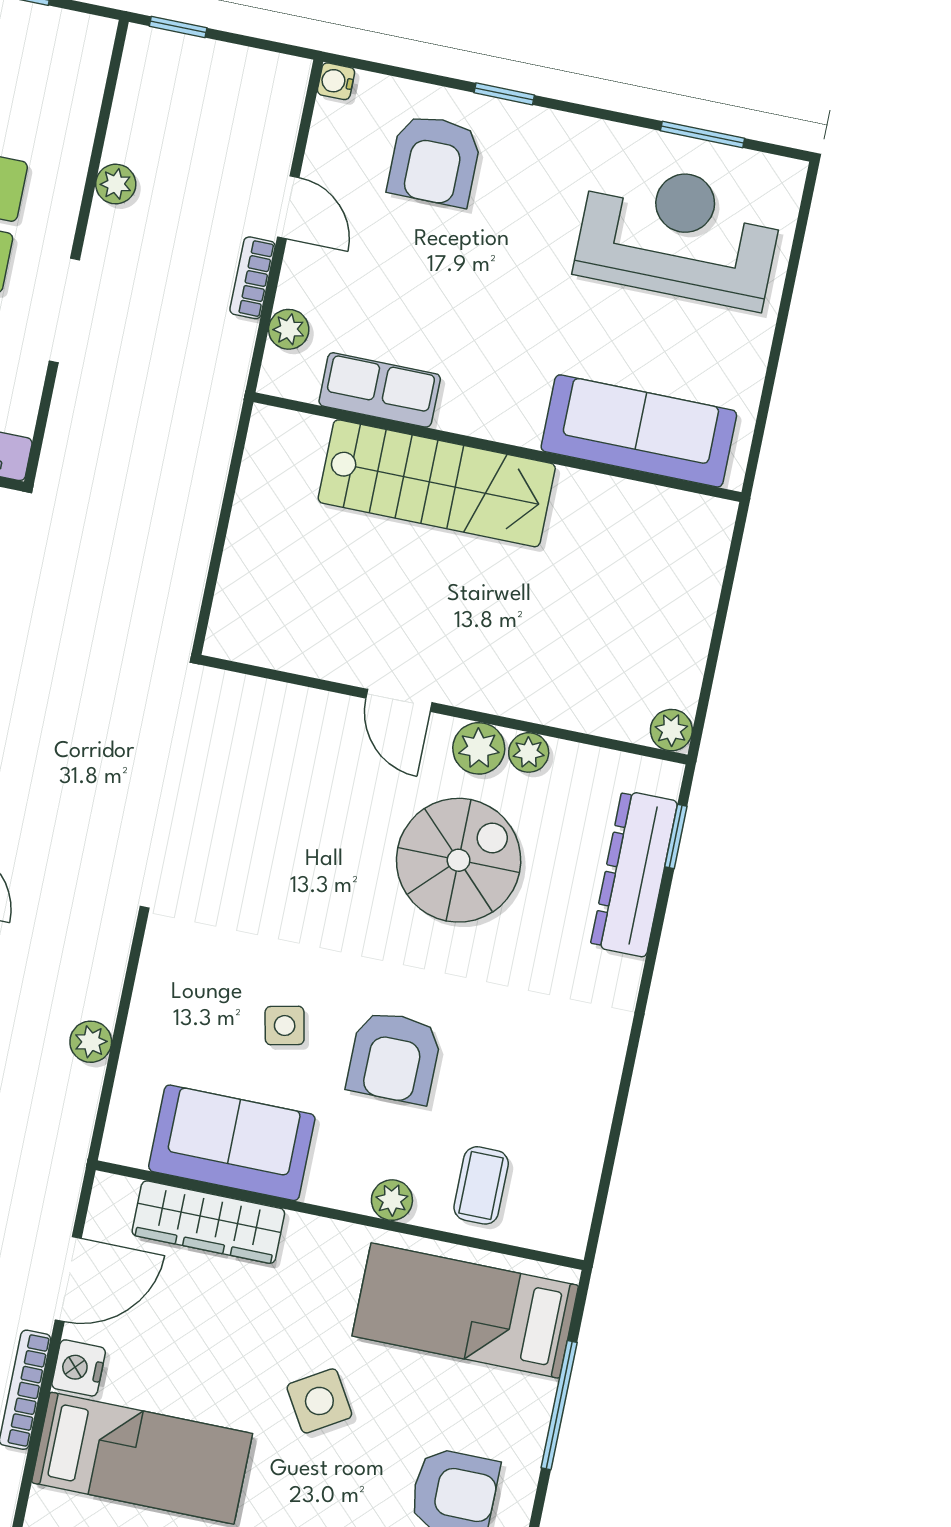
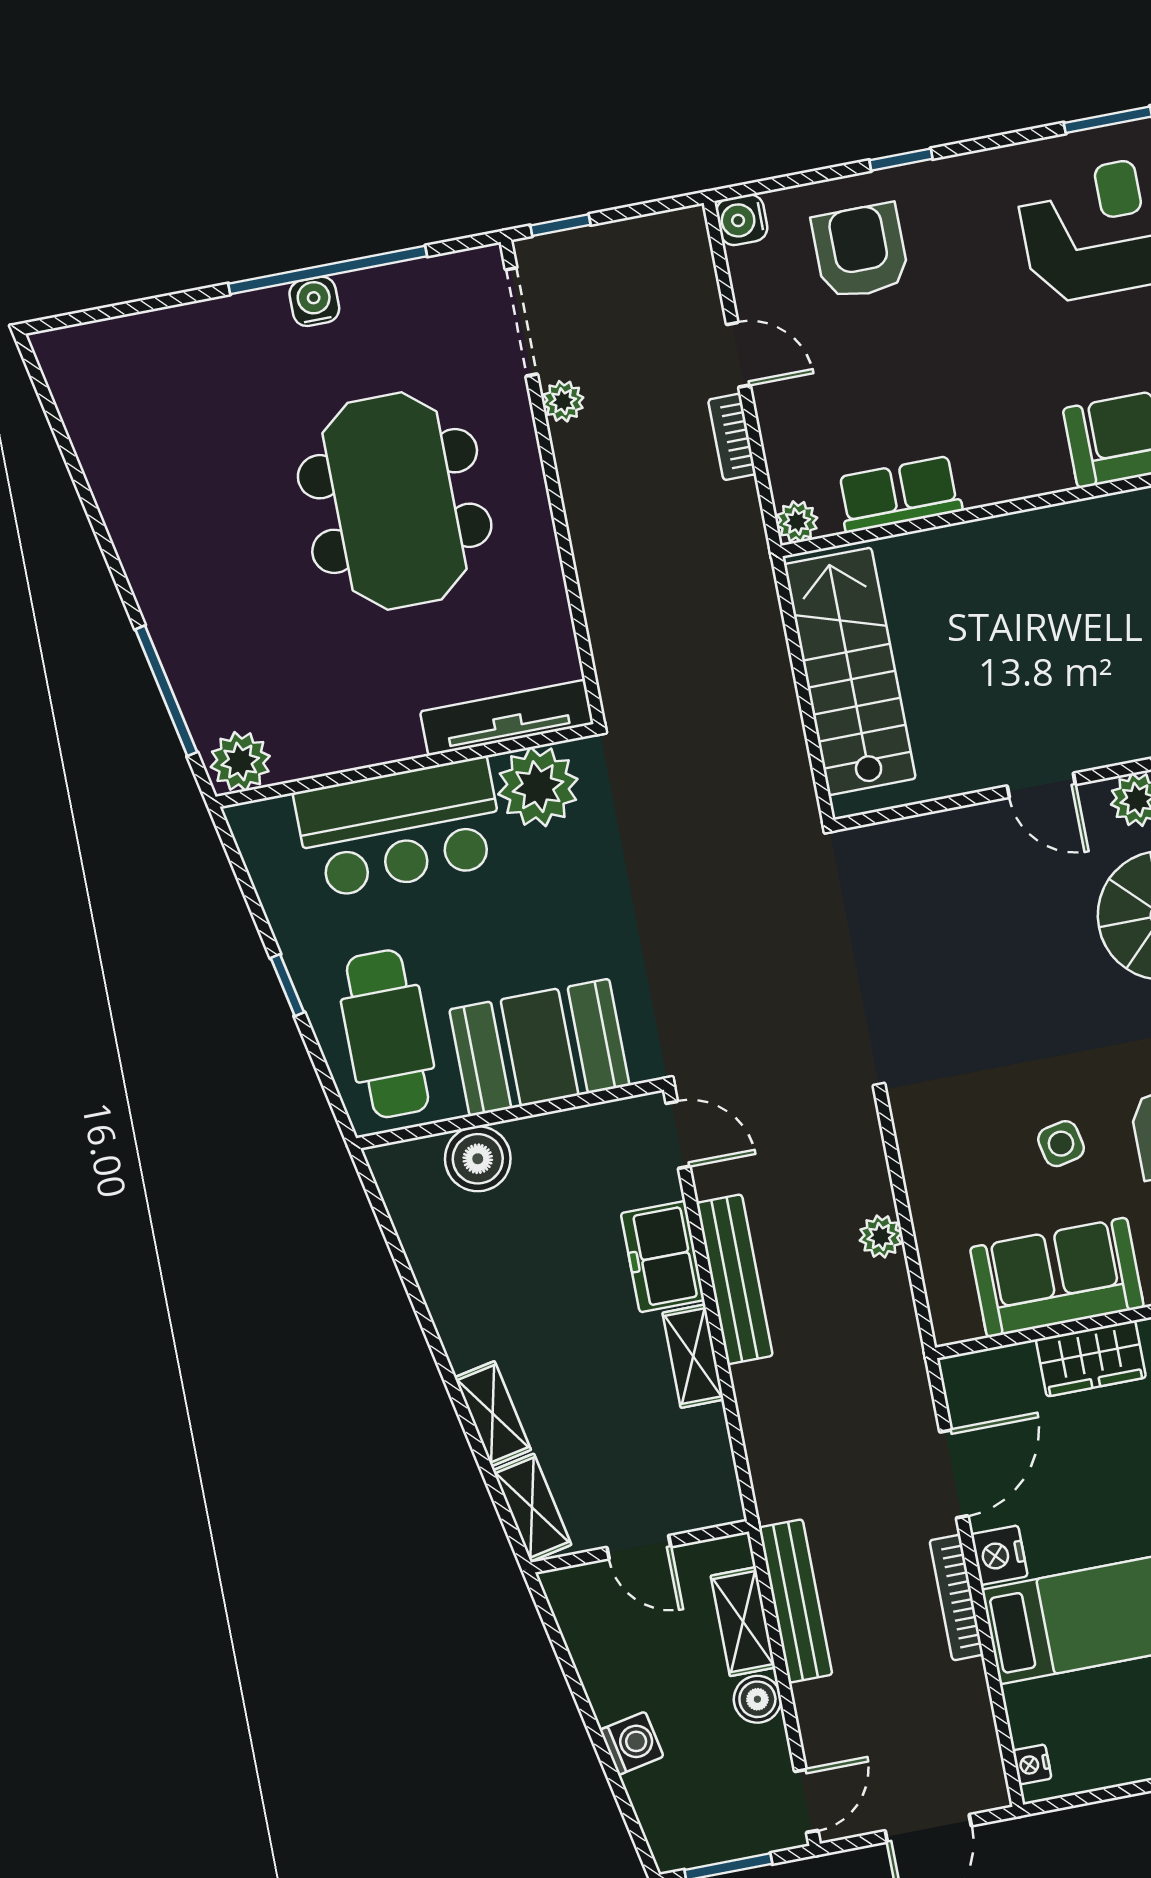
water cooler: (336, 81) -> (742, 220), width x1.38, depth x1.38
armchair: (435, 160) -> (860, 251), turned 180
doorway: (64, 310) -> (521, 322), moved
plant: (289, 329) -> (797, 522), moved
stairs: (437, 483) -> (850, 671), moved, turned -90
wardrobe: (208, 1222) -> (1091, 1358), width x0.67

